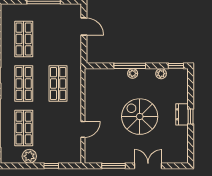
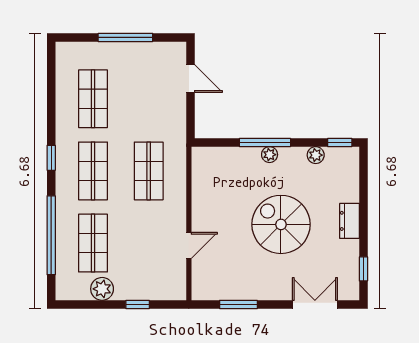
window: (191, 116) -> (363, 269), moved
double door: (148, 166) -> (315, 304), moved

